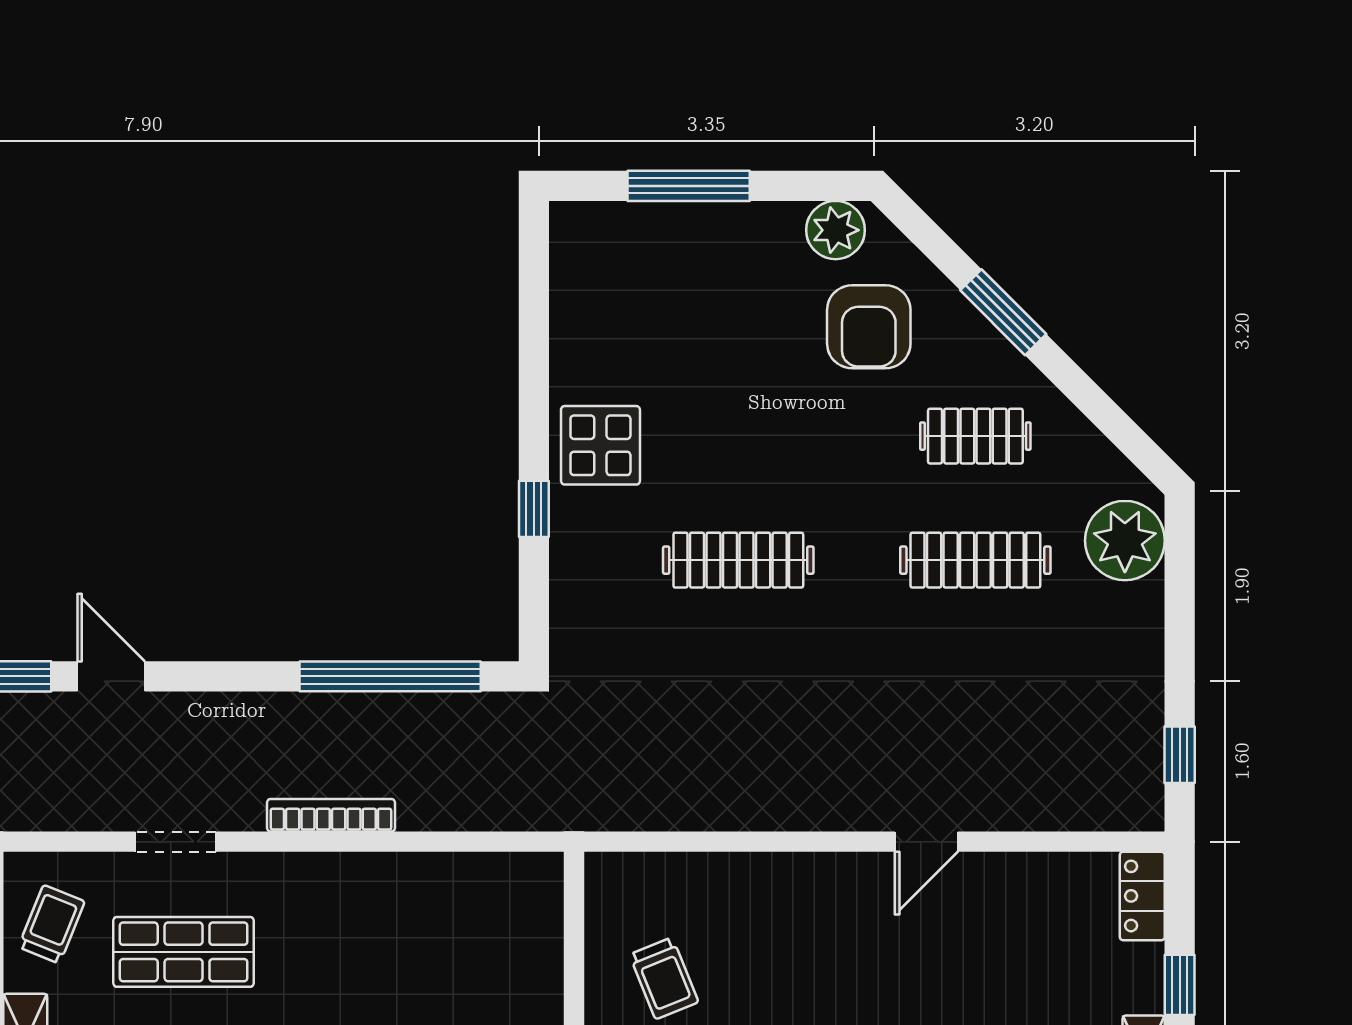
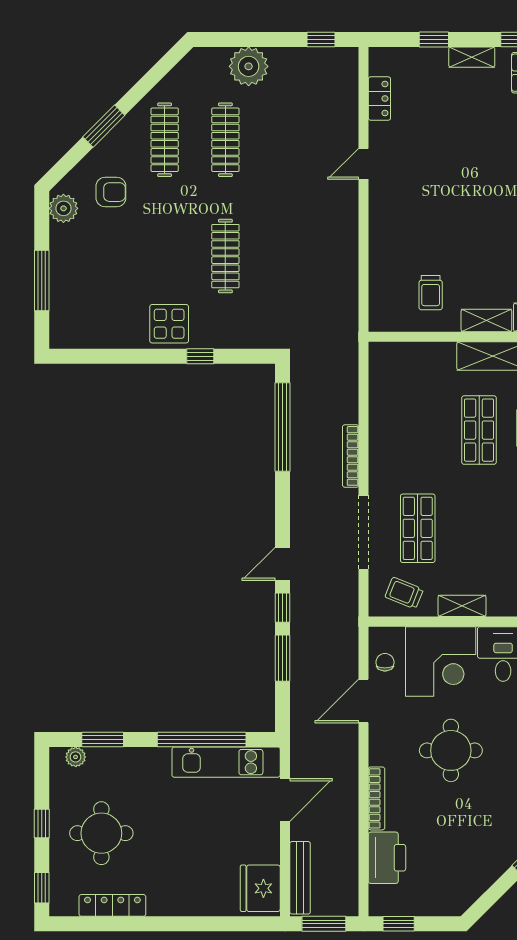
armchair: (869, 327) -> (111, 192), width x0.72, depth x0.72
clothes rail: (975, 436) -> (165, 140), width x1.36
plant: (1125, 541) -> (249, 66), moved
doorway: (175, 842) -> (364, 532), width x1.87
door: (926, 842) -> (364, 164), swing flipped
locker: (1142, 896) -> (379, 99), moved, turned -90
trolley: (664, 978) -> (431, 293), turned 112

